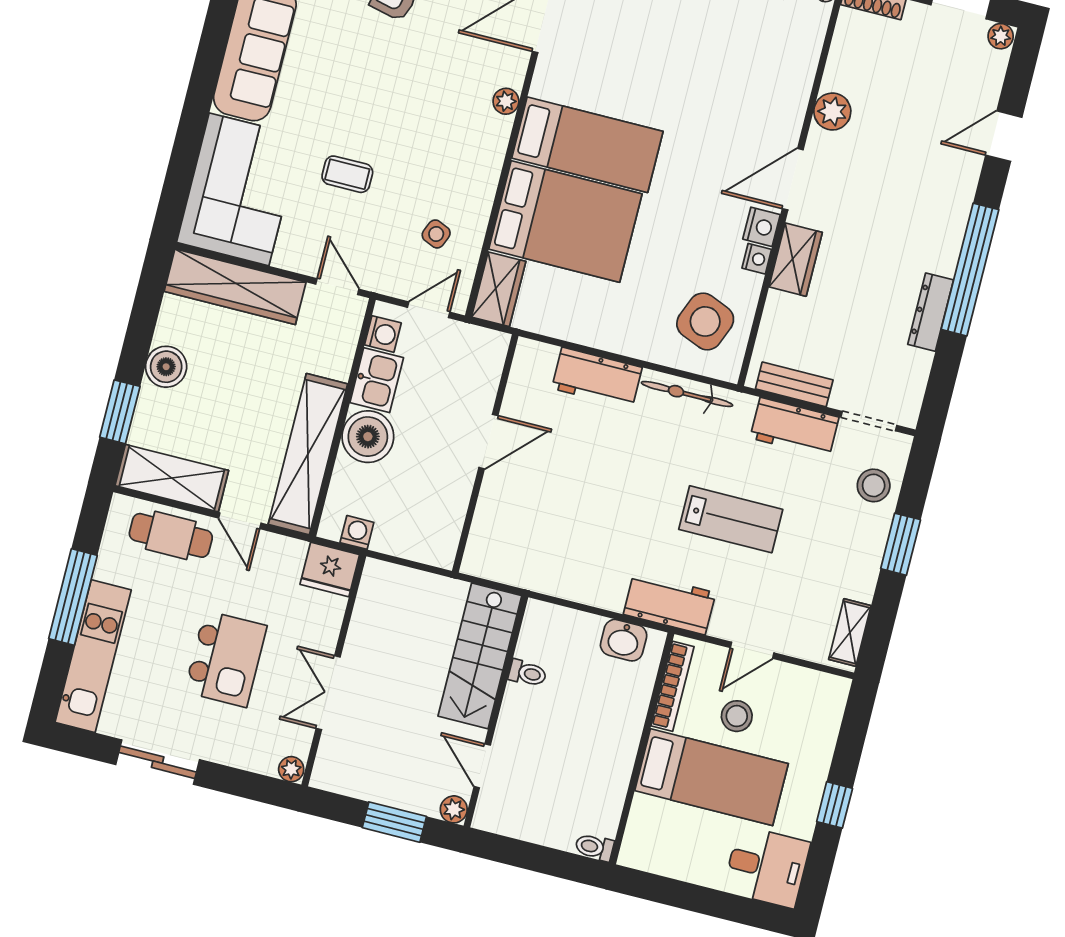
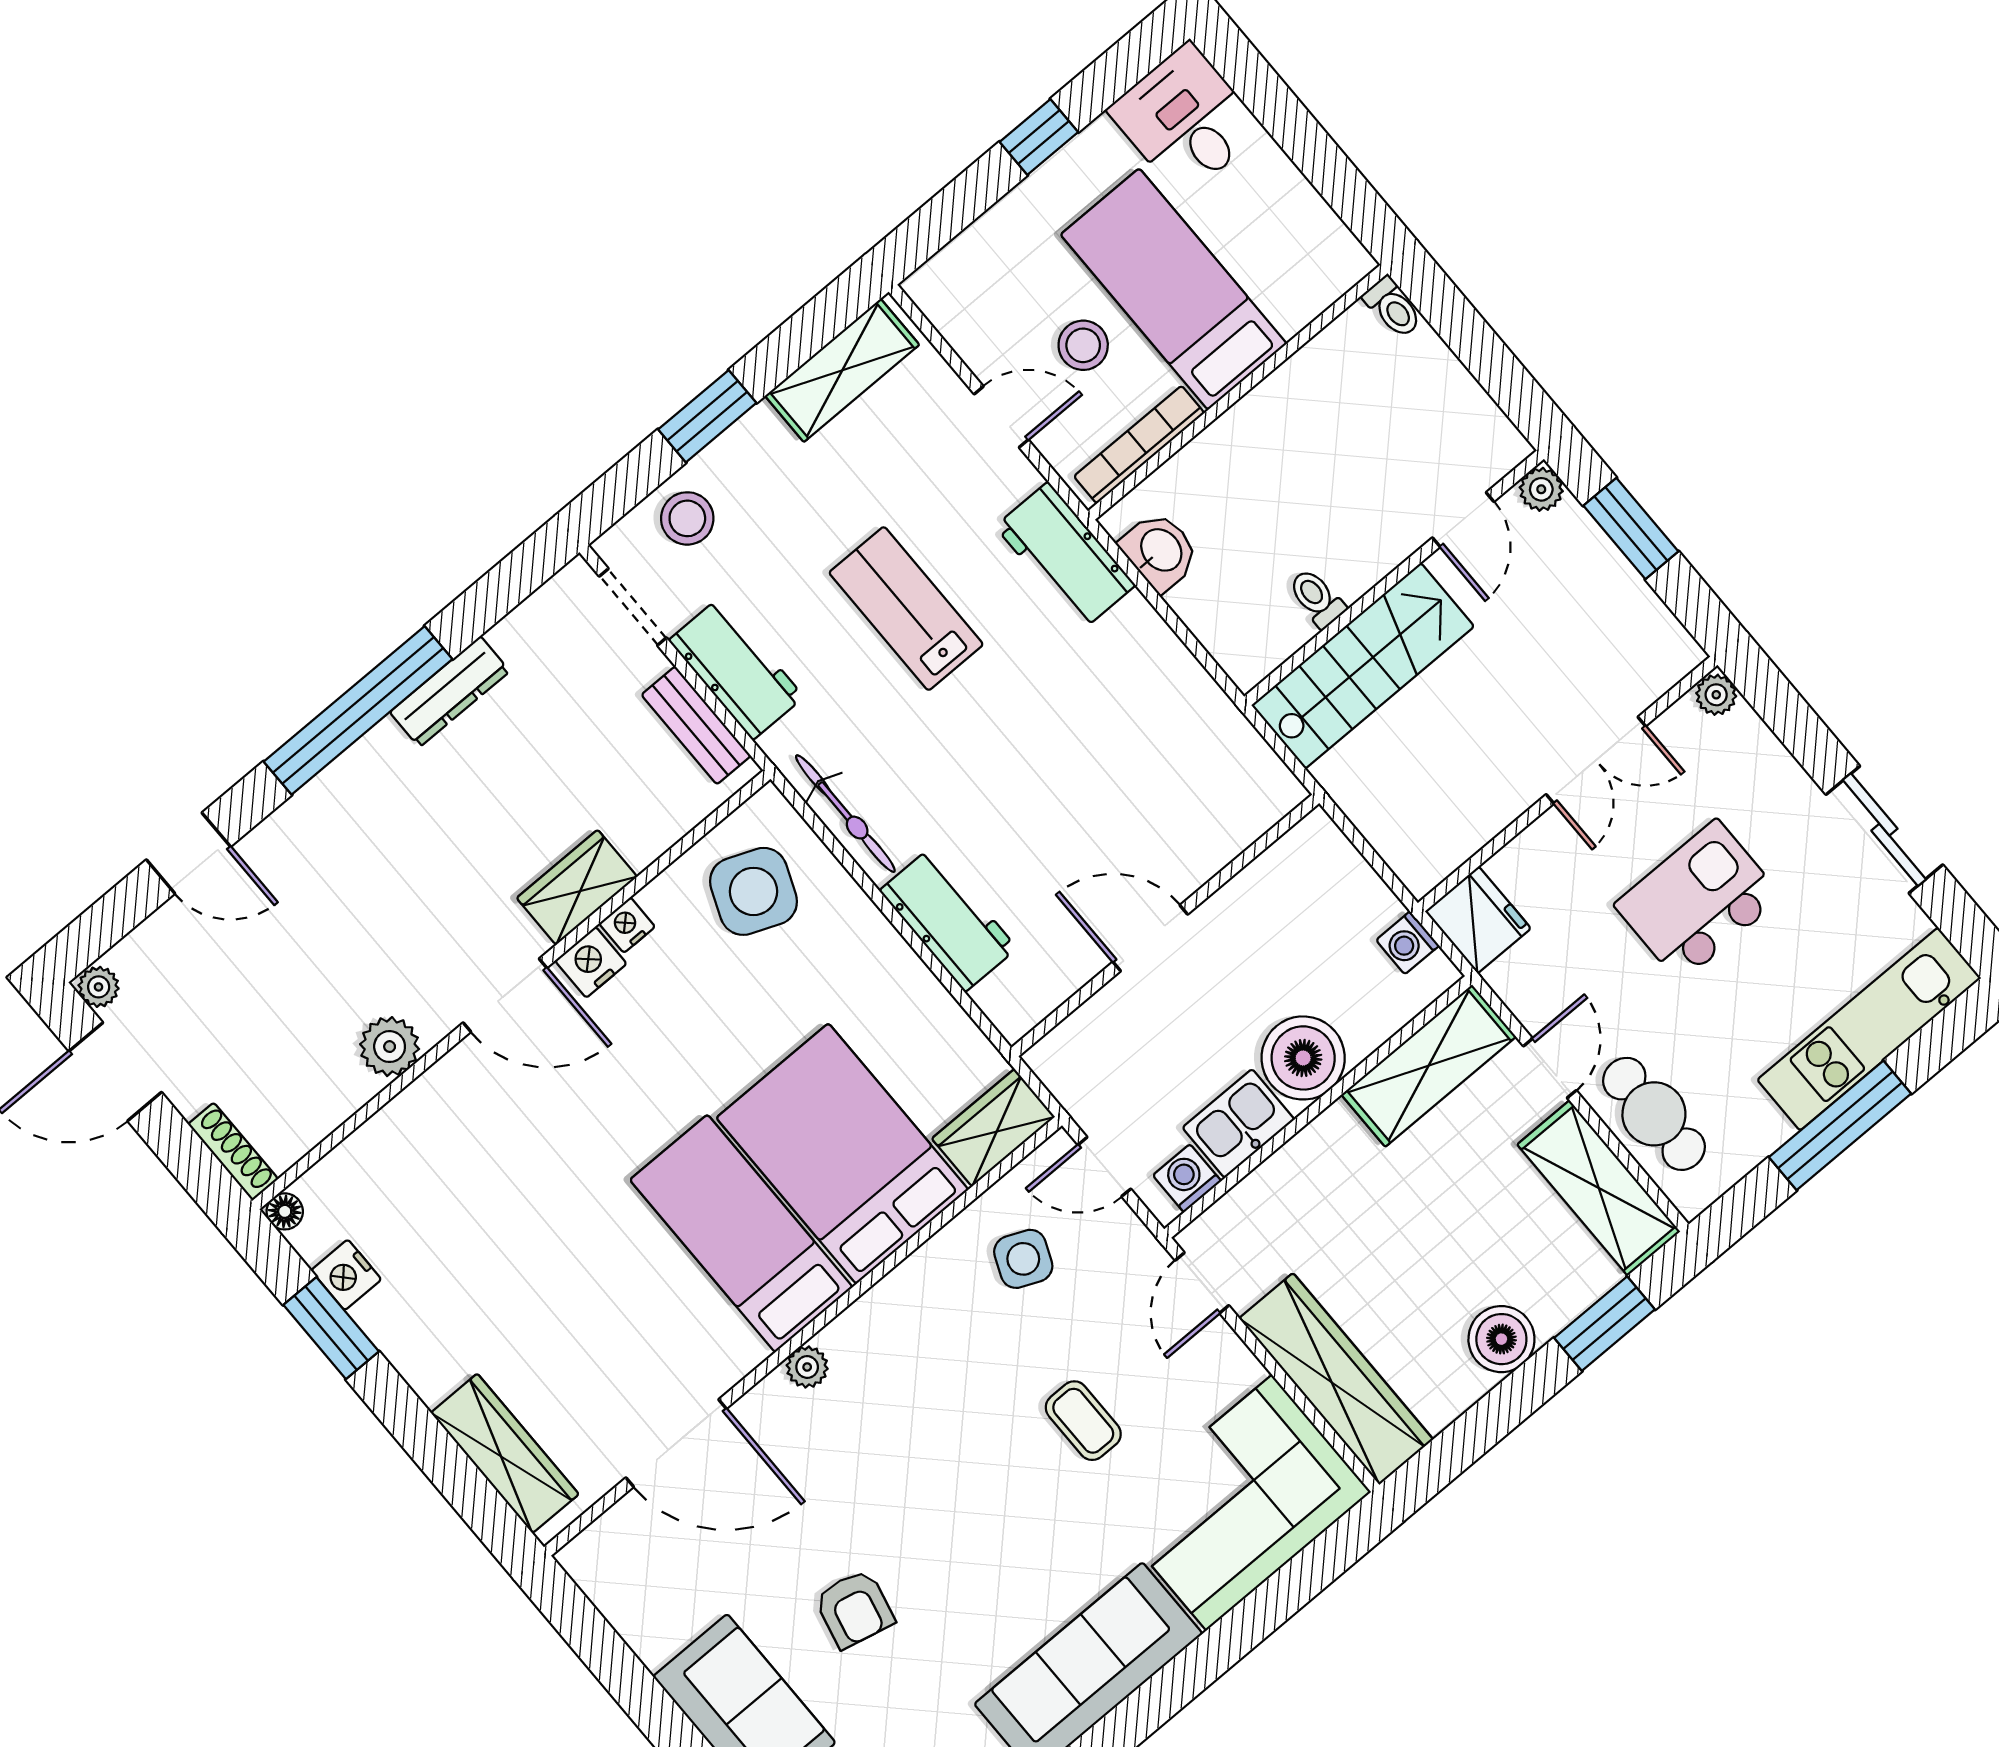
side table: (436, 234) -> (1023, 1259), width x1.37, depth x1.37
shelving: (308, 454) -> (1429, 1066), width x0.68
shelving: (850, 632) -> (842, 370), width x1.50, depth x1.33

